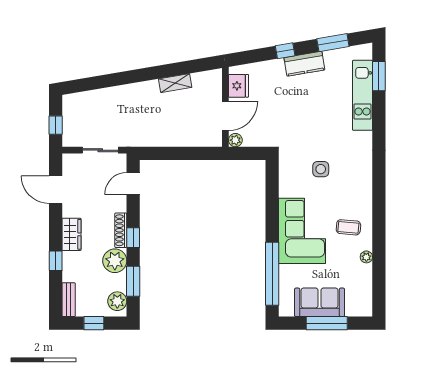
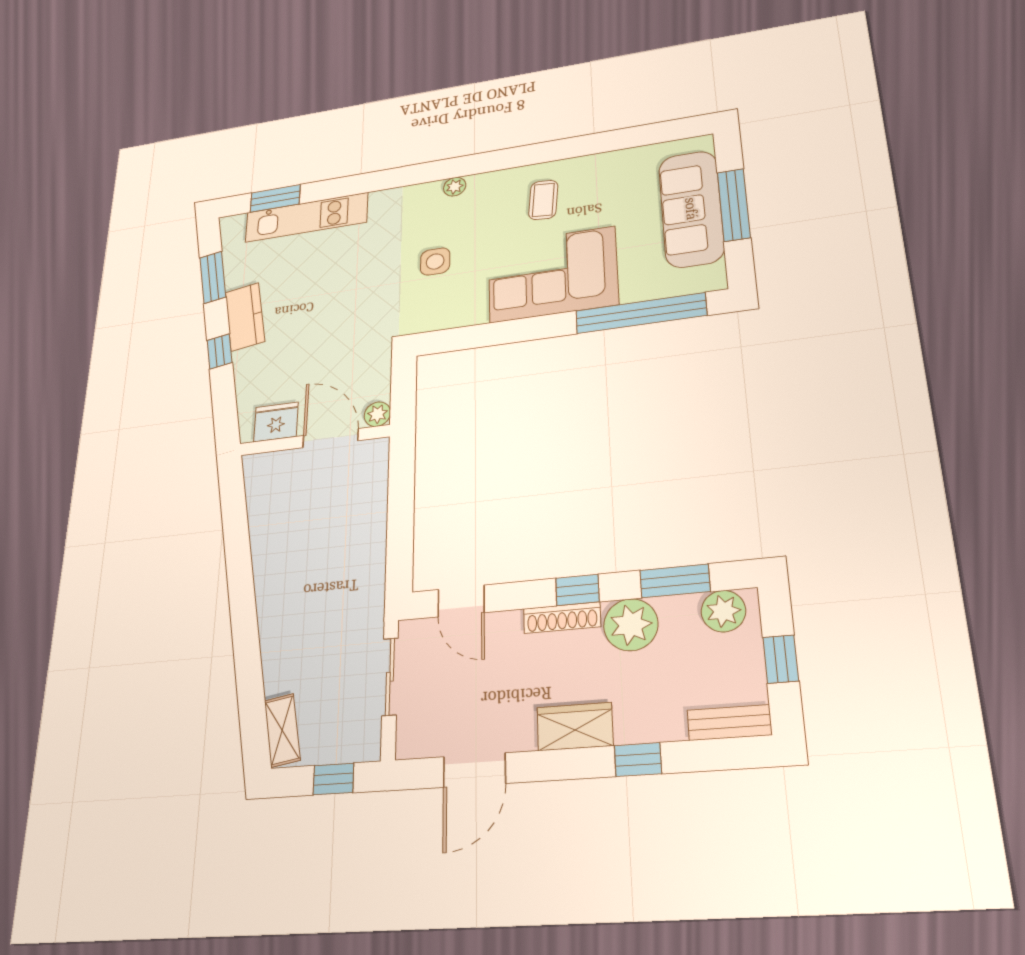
shelving: (175, 83) -> (282, 730), moved
plant: (366, 257) -> (455, 187), moved
sofa: (320, 302) -> (691, 209), width x1.36

